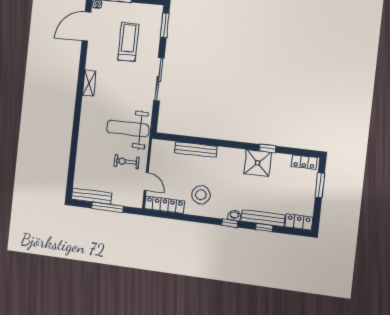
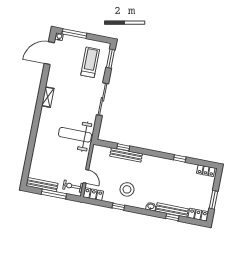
treadmill: (128, 42) -> (90, 62), moved
window: (191, 140) -> (123, 147), added
exercise bike: (127, 162) -> (73, 186), moved
shower: (258, 163) -> (172, 169), removed
window: (320, 185) -> (213, 200), moved
locker: (164, 205) -> (93, 194), width x0.66
window: (230, 223) -> (118, 207), moved

